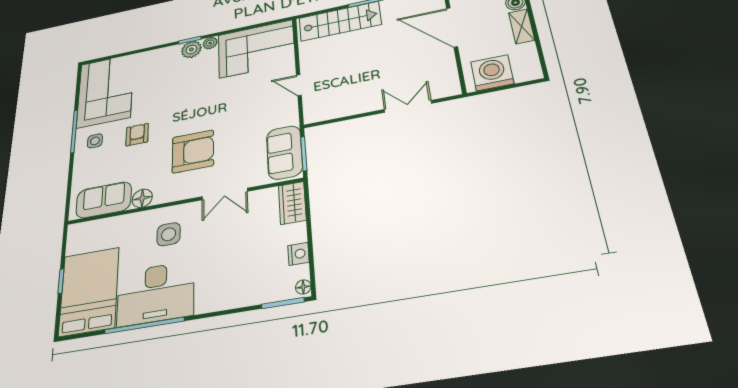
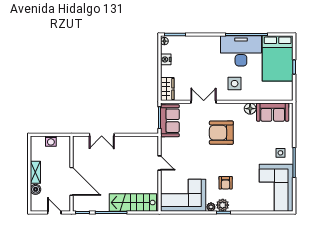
washing machine: (492, 73) -> (51, 141), width x0.53, depth x0.53
armchair: (137, 135) -> (226, 183), moved

